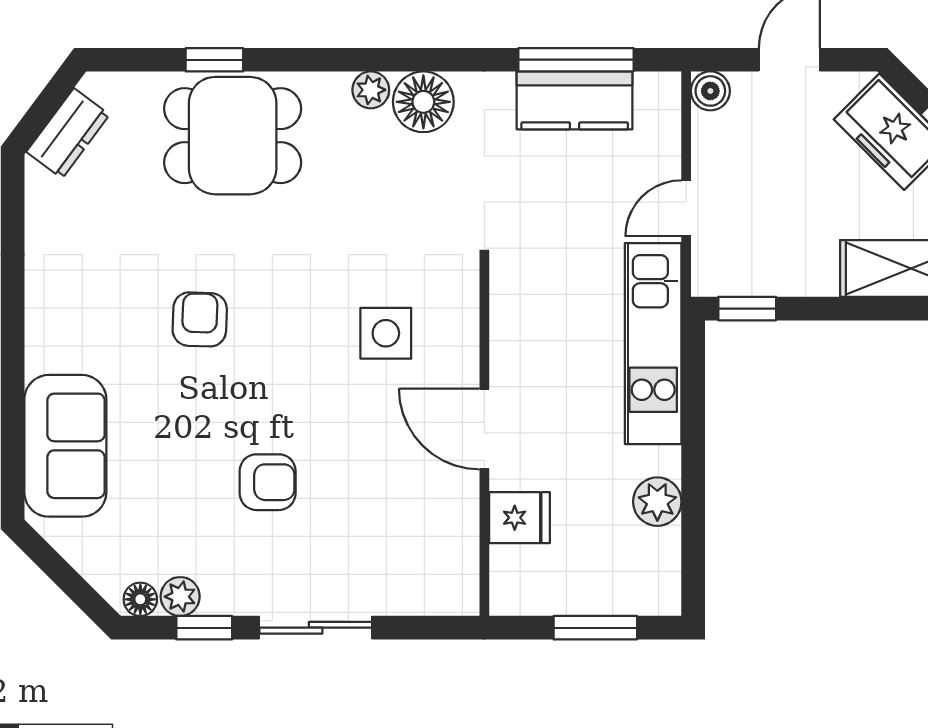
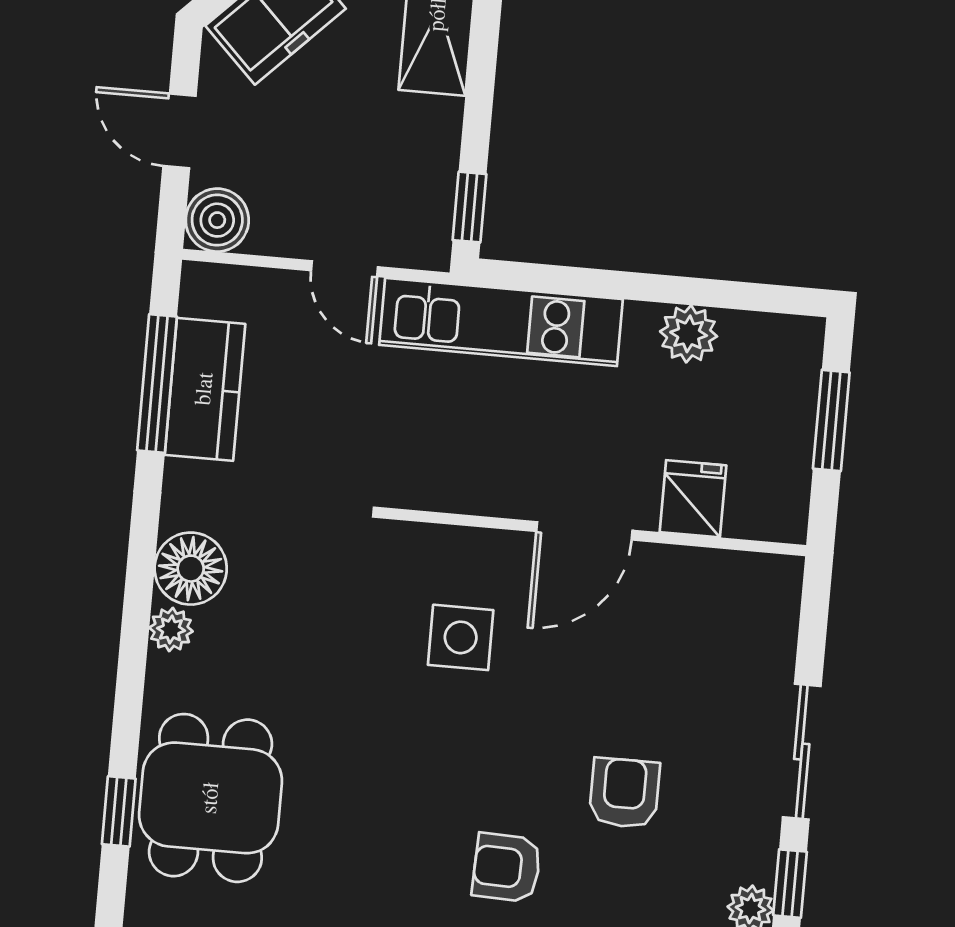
boiler: (710, 91) -> (217, 220), width x1.36, depth x1.36
armchair: (200, 319) -> (507, 867), moved

